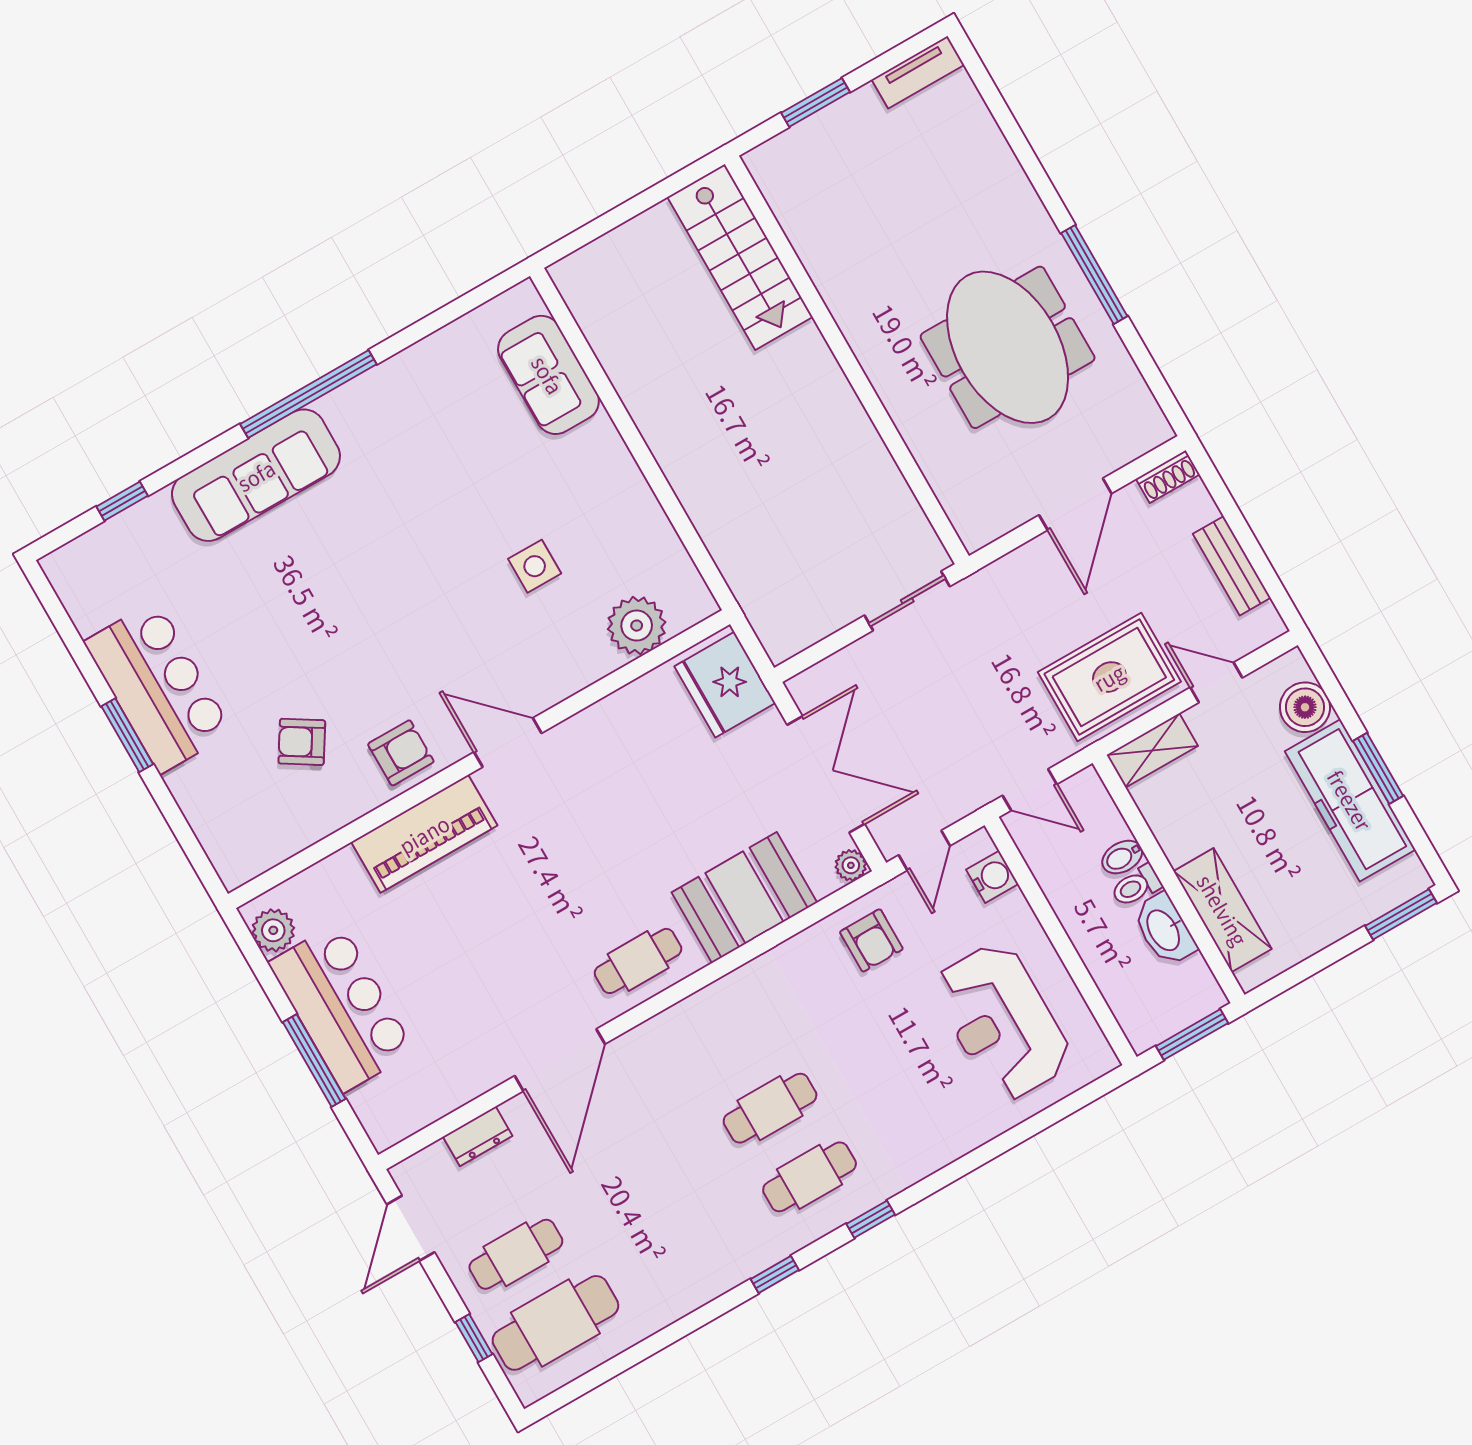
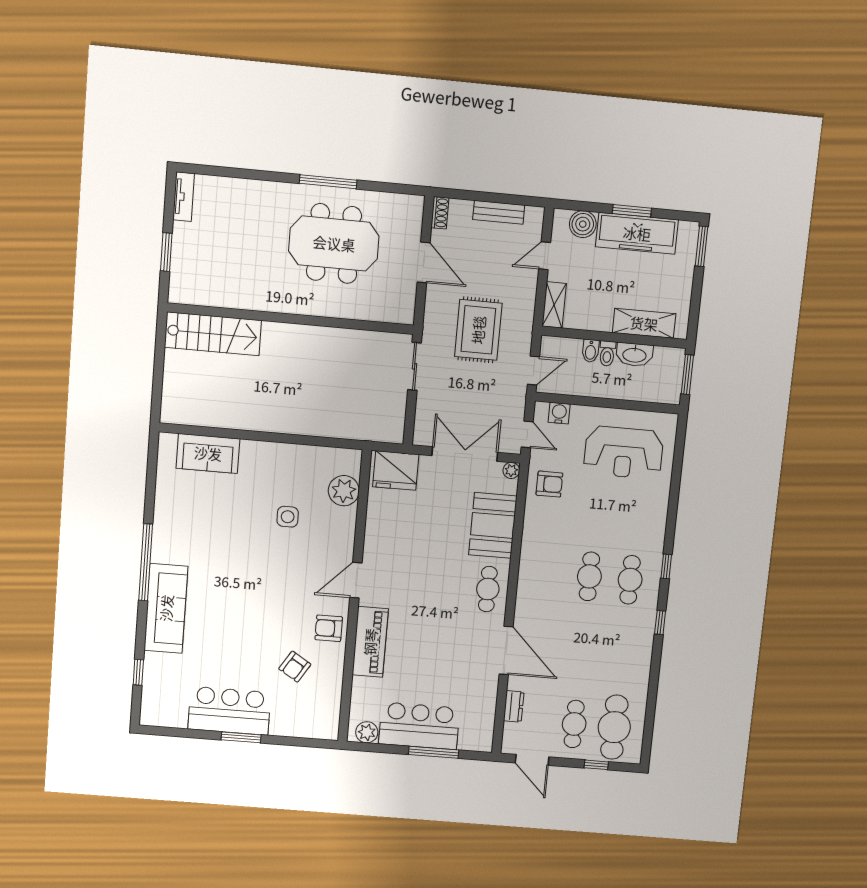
rug: (1109, 677) -> (478, 330), moved
armchair: (401, 753) -> (329, 628), turned -90

